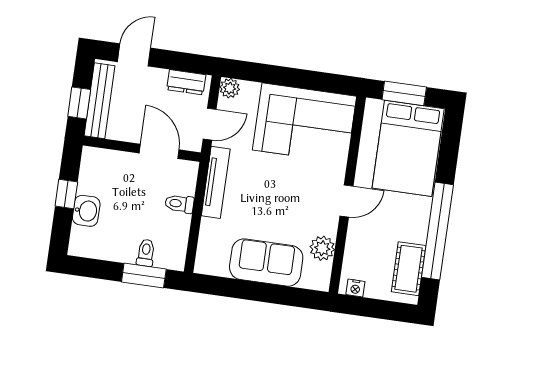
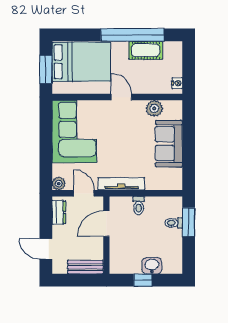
bench: (100, 101) -> (85, 267), width x0.73
window: (79, 103) -> (82, 280), removed
cot: (409, 269) -> (146, 50), moved

